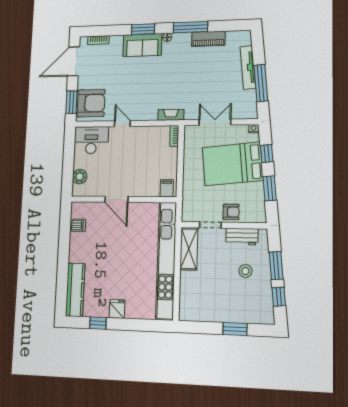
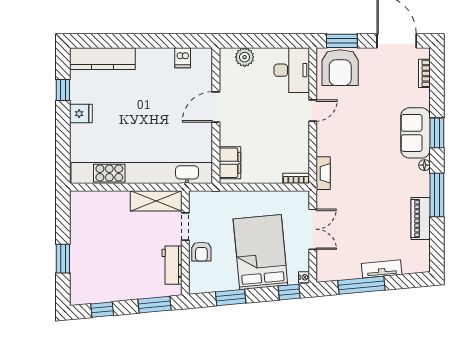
tv unit: (248, 67) -> (382, 269), width x0.71
window: (267, 154) -> (289, 292), moved
filing cabinet: (167, 188) -> (230, 163), width x2.00
window: (276, 266) -> (154, 305), moved
stool: (245, 271) -> (131, 270), removed

